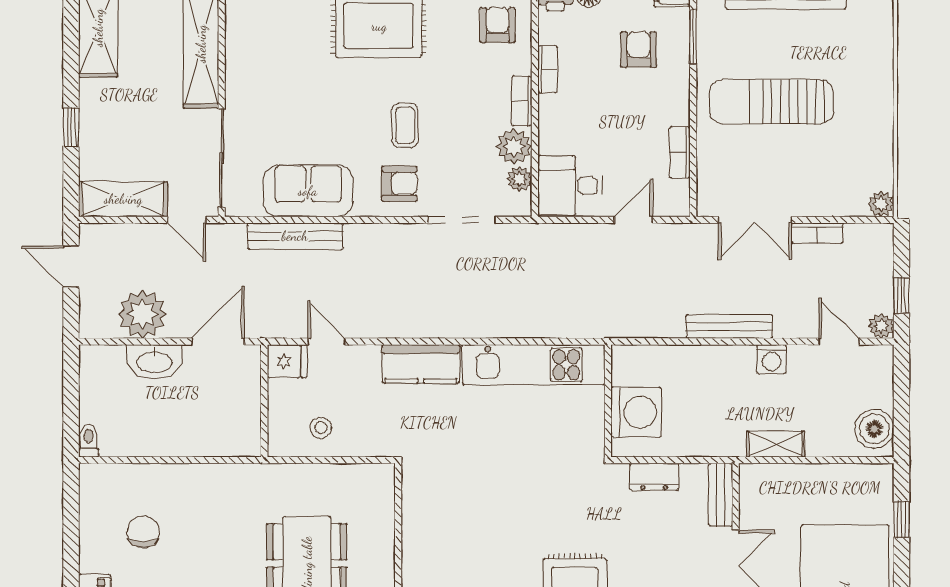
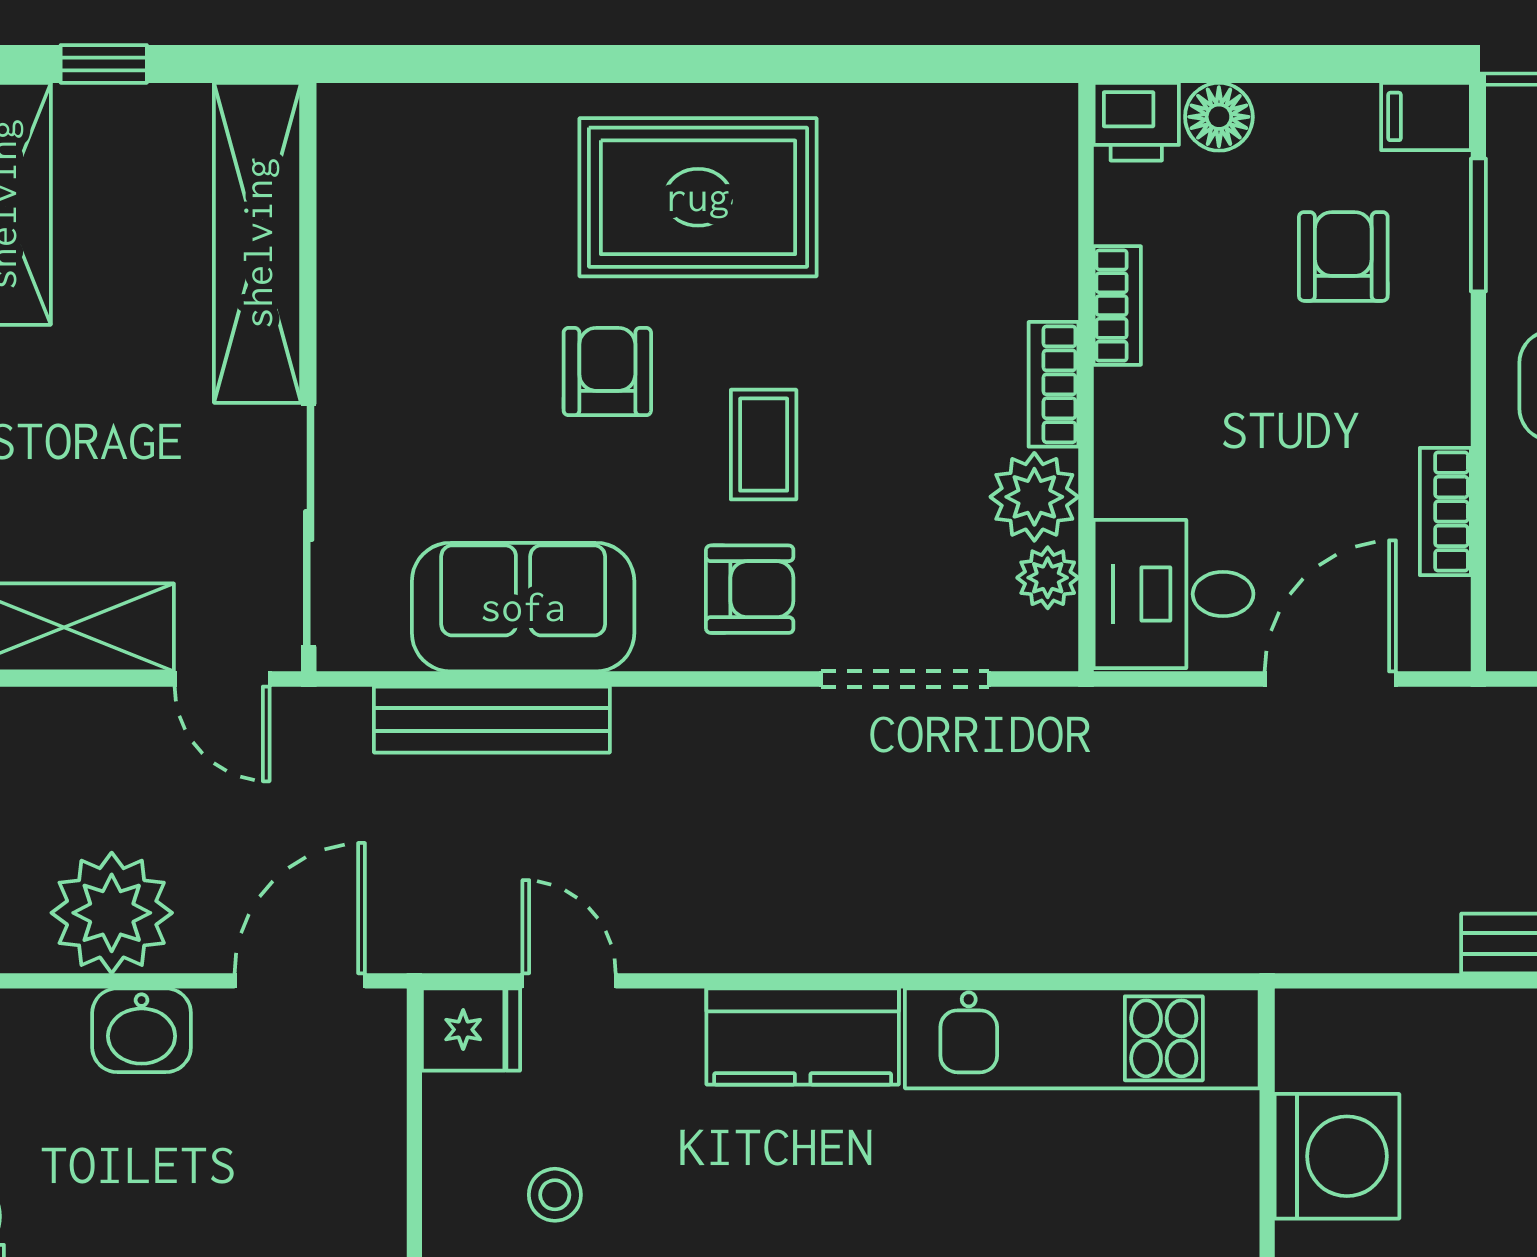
armchair: (498, 25) -> (607, 372), moved
door: (633, 220) -> (1330, 679), width x1.37
washbasin: (154, 361) -> (142, 1030), width x0.72

